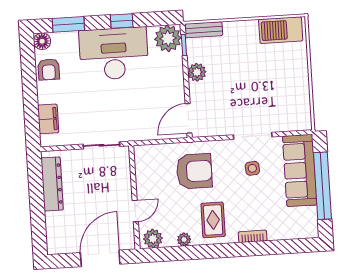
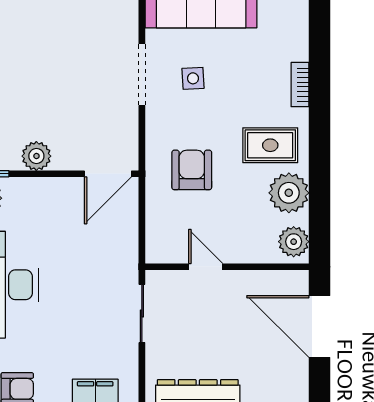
door: (189, 118) -> (108, 174), hinge flipped
armchair: (194, 171) -> (192, 170), width x0.73, depth x0.73
door: (135, 211) -> (206, 267), moved
plant: (184, 240) -> (289, 193), width x1.87, depth x1.87

